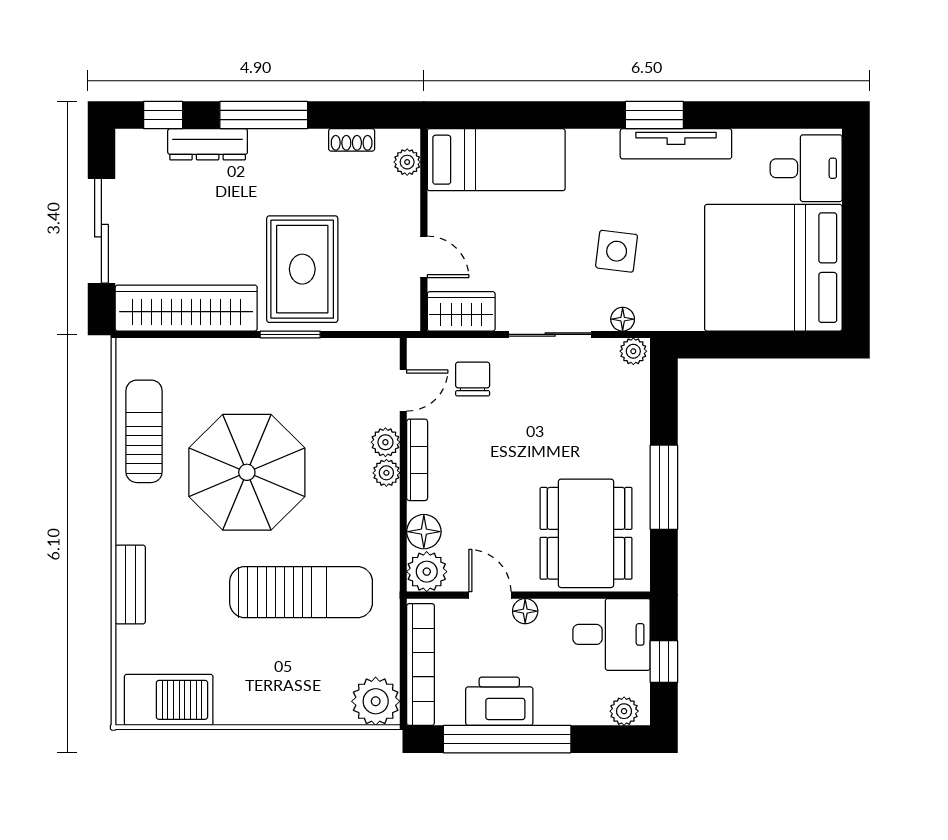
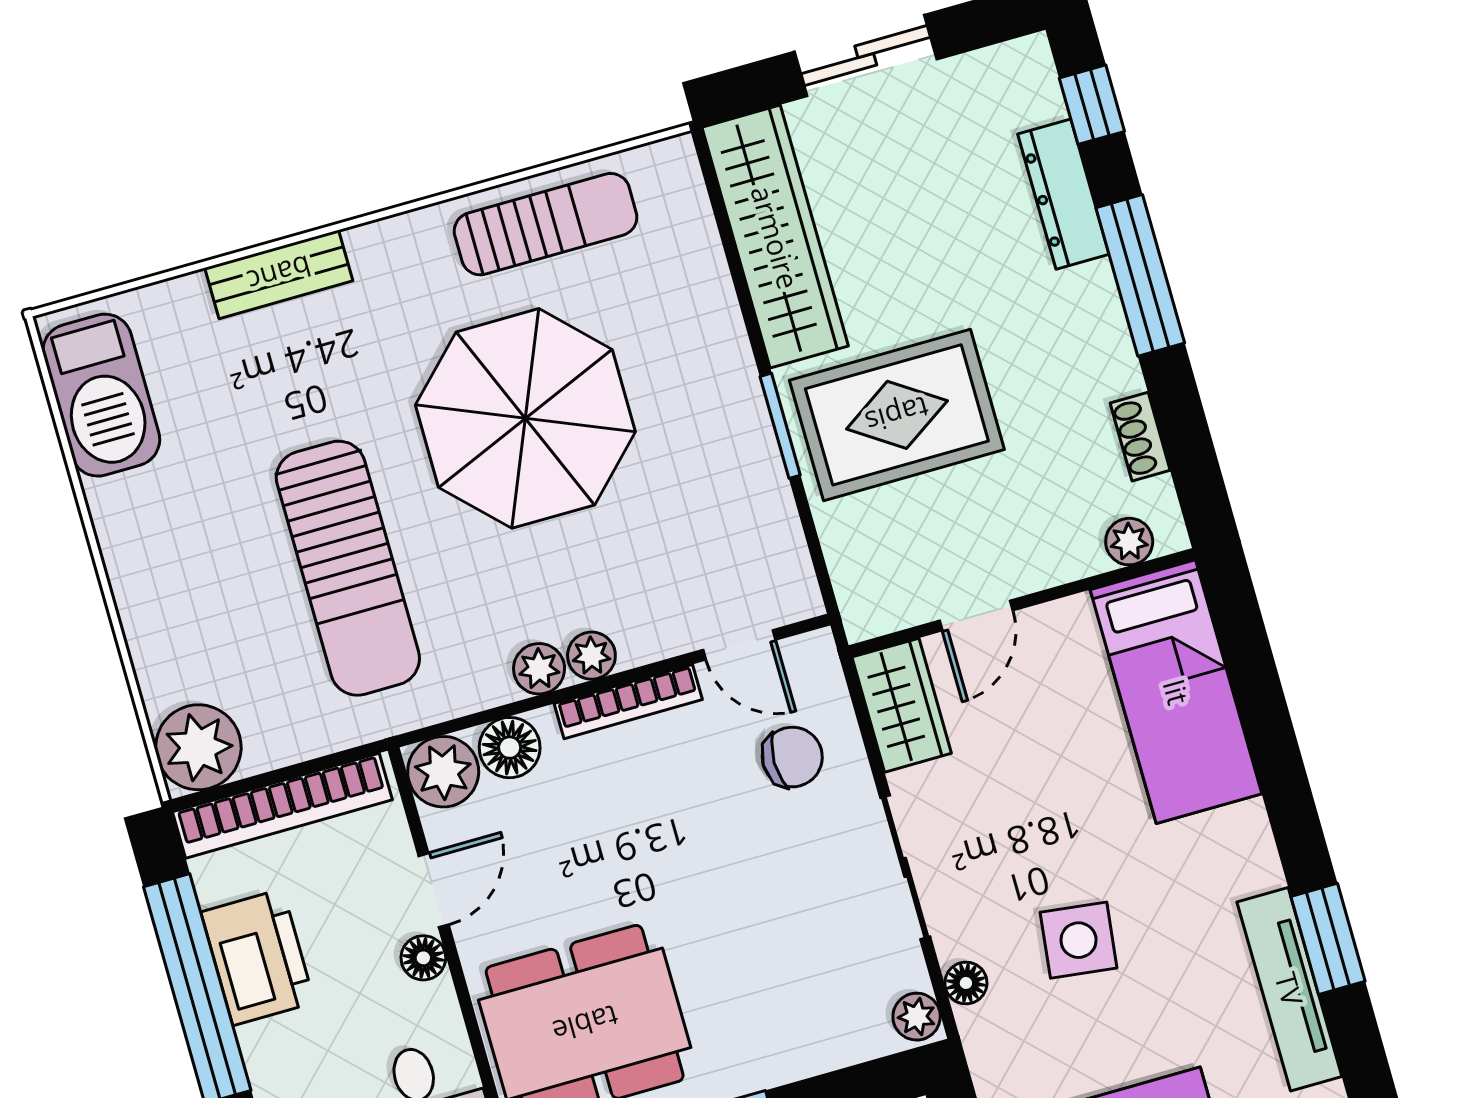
sliding door: (101, 231) -> (866, 56), width x0.73
plant: (385, 442) -> (539, 669), moved

